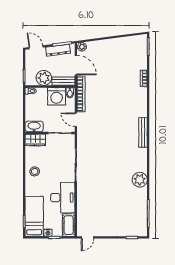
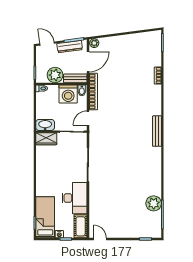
door: (76, 65) -> (88, 62), hinge flipped
door: (76, 120) -> (88, 118), hinge flipped
stool: (35, 171) -> (46, 171), removed
plant: (140, 180) -> (154, 203), moved
door: (87, 237) -> (100, 239), swing flipped

